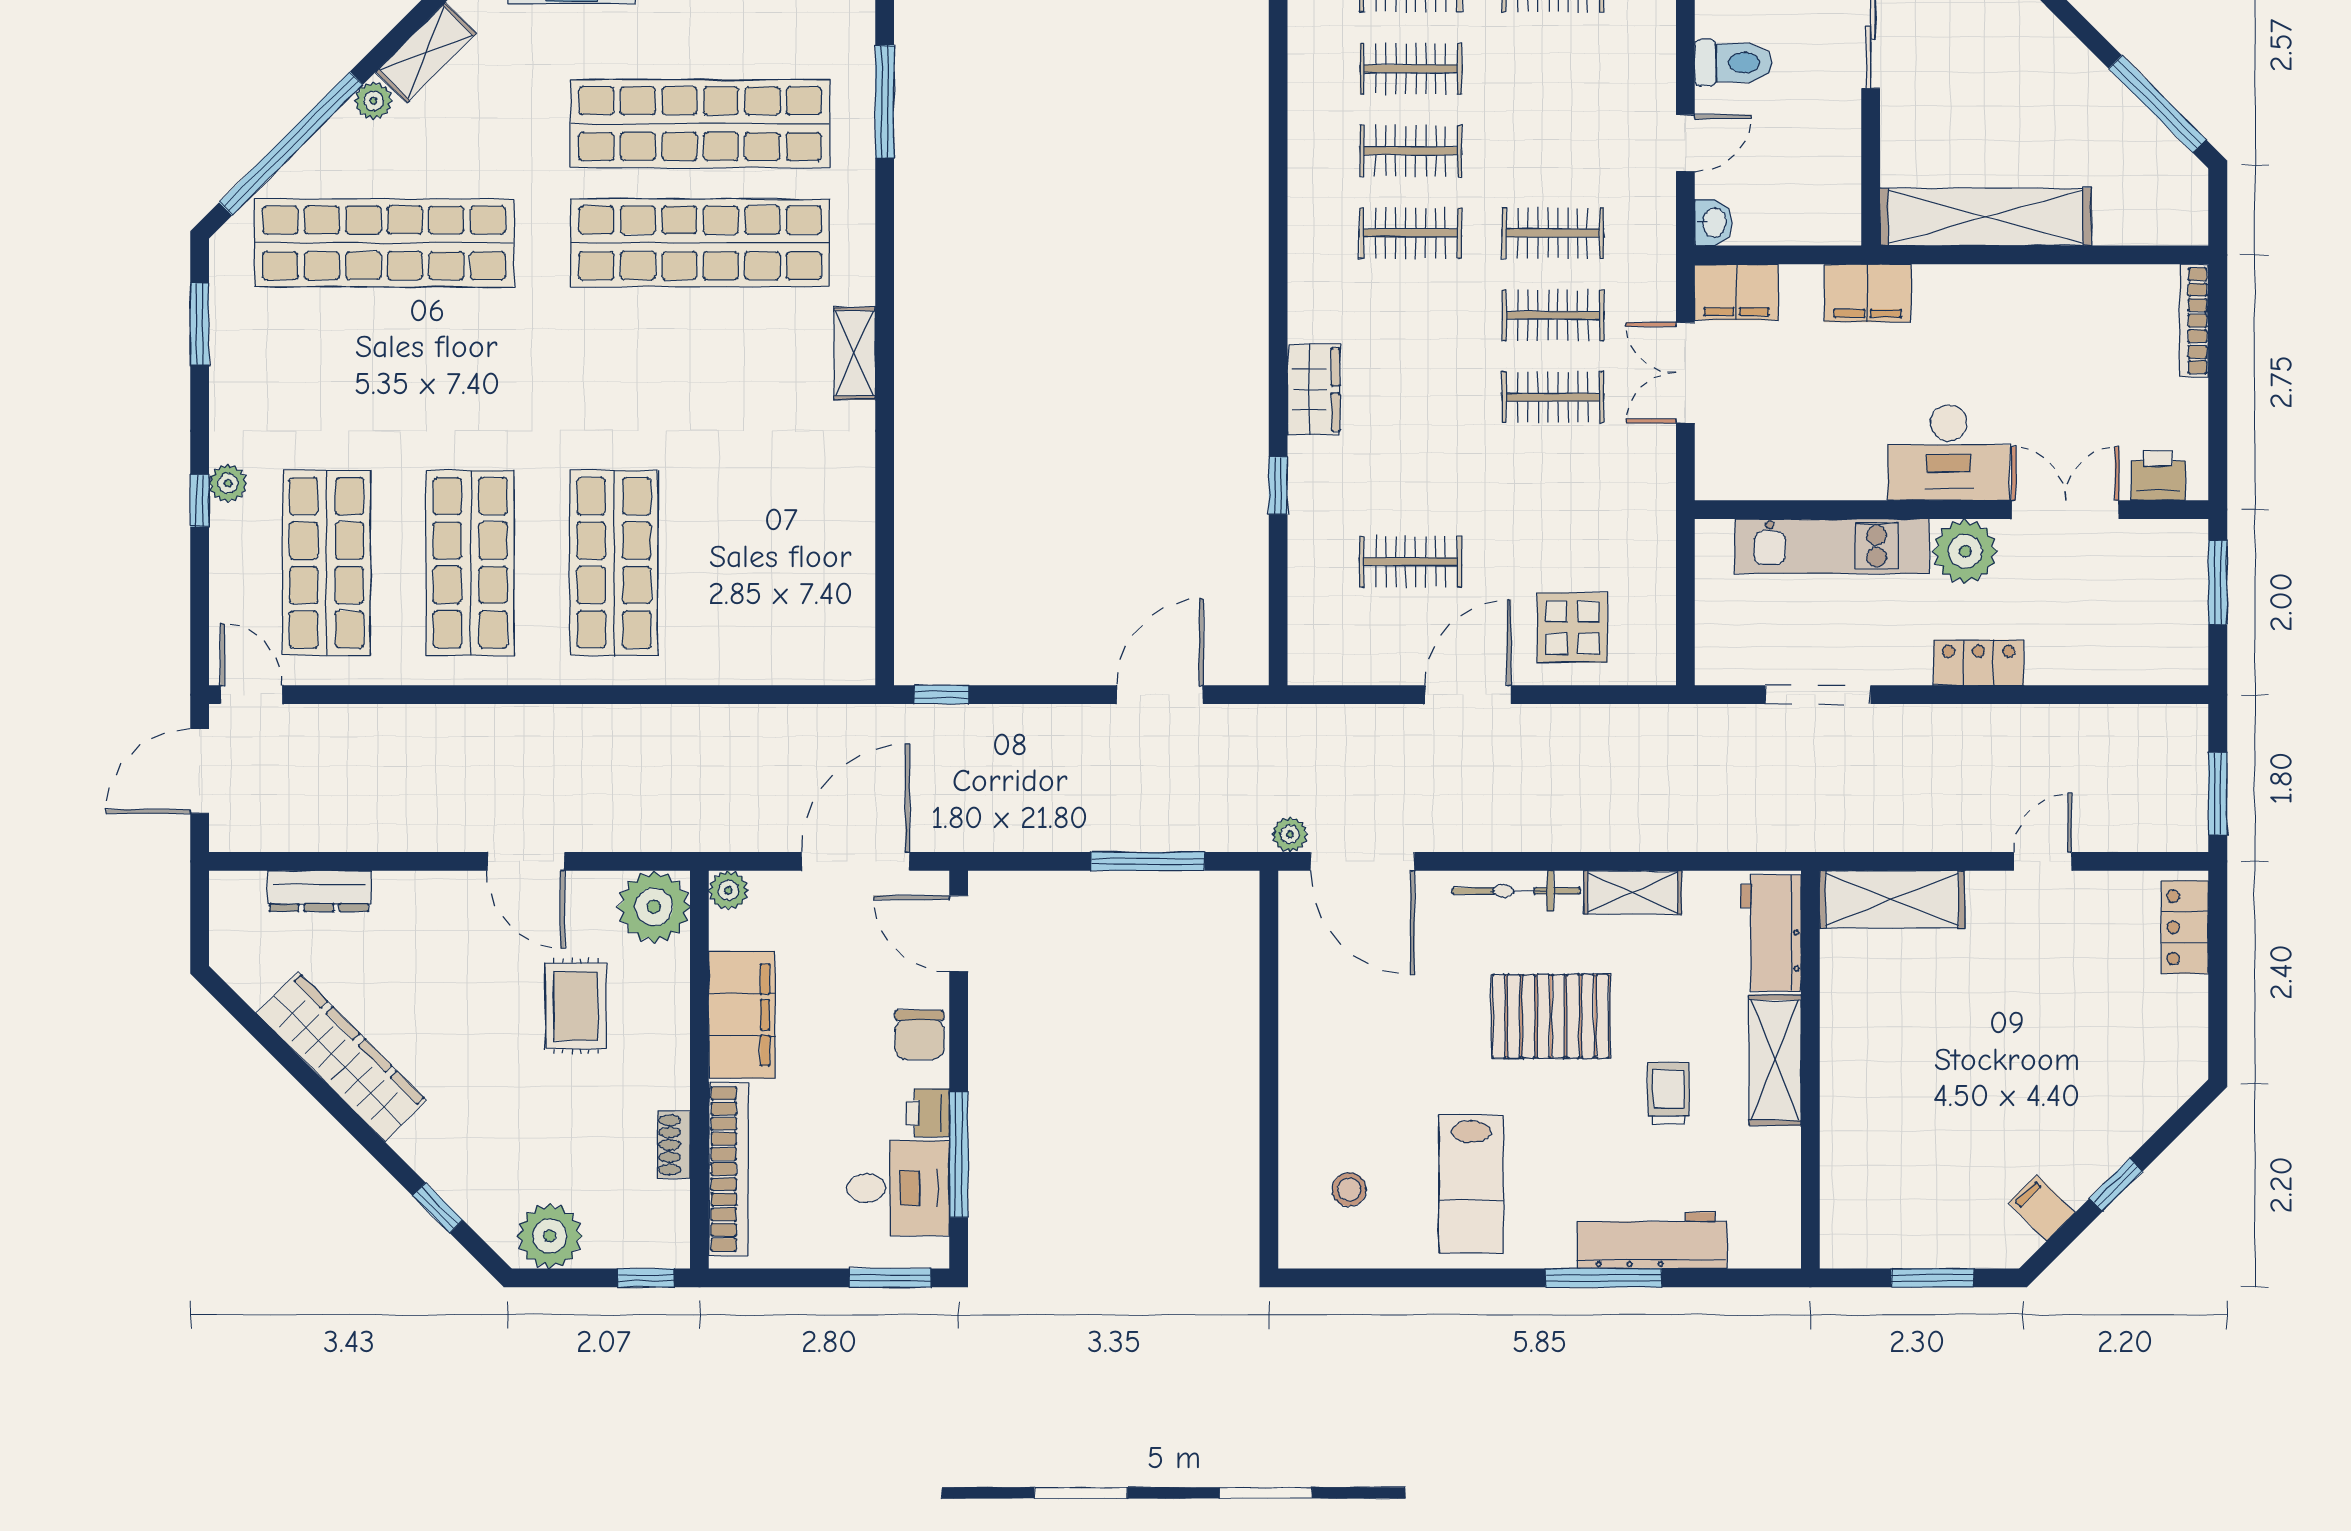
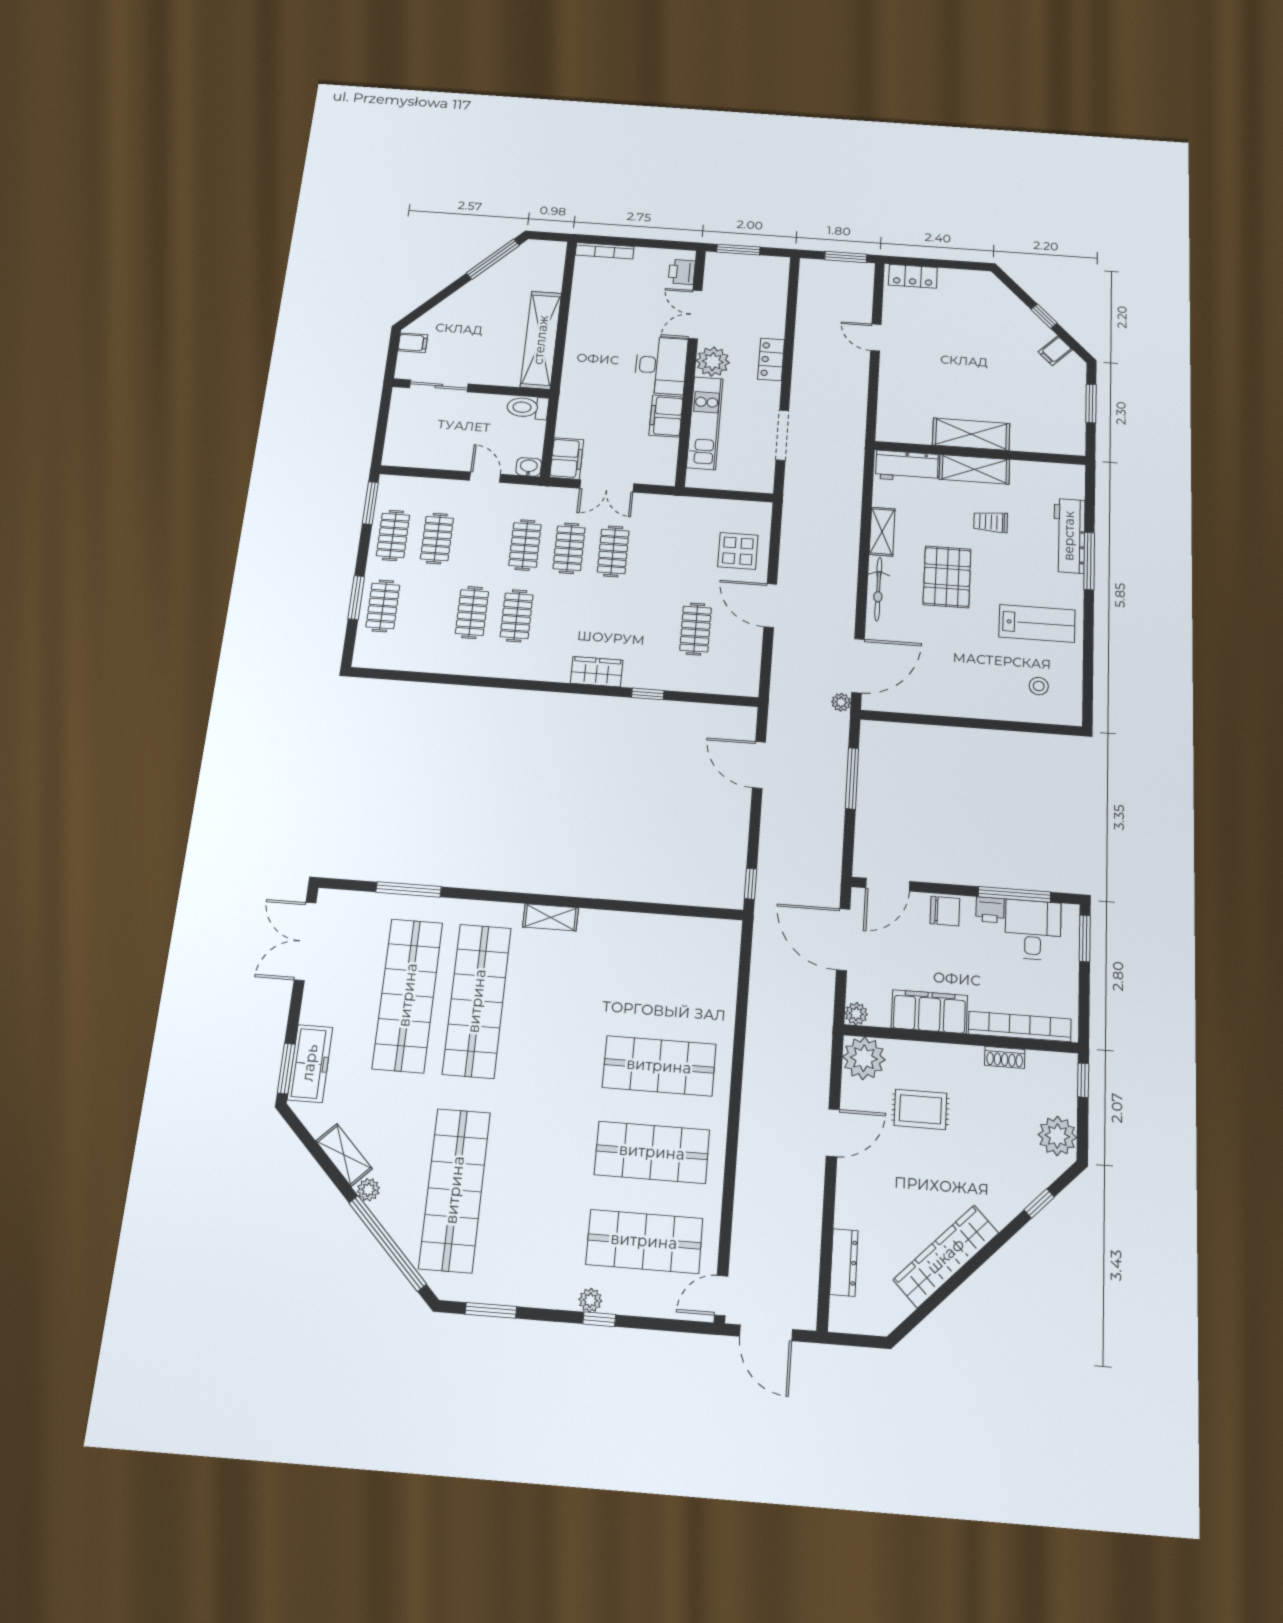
toilet: (1733, 63) -> (528, 408), moved, turned -90
clothes rail: (1411, 69) -> (437, 539), moved
filing cabinet: (1868, 293) -> (666, 416), moved, turned 180
shelving: (1892, 900) -> (971, 434), moved, turned 90

